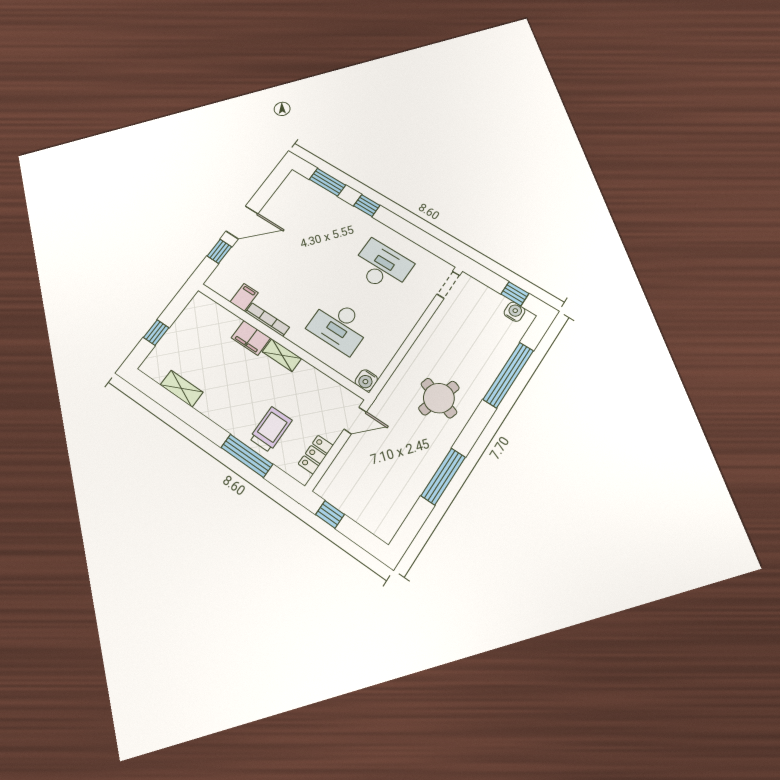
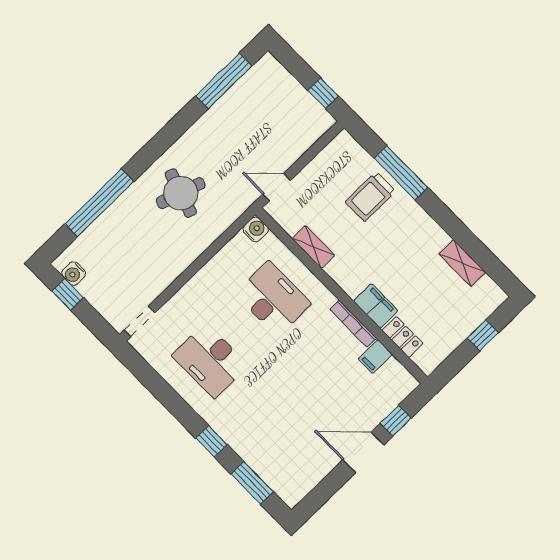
shelving: (282, 355) -> (313, 247), moved
locker: (316, 455) -> (403, 337), moved, turned -90
window: (443, 476) -> (224, 81), moved

